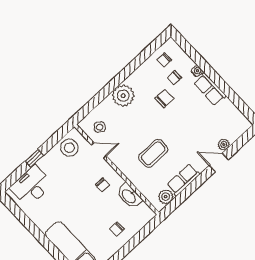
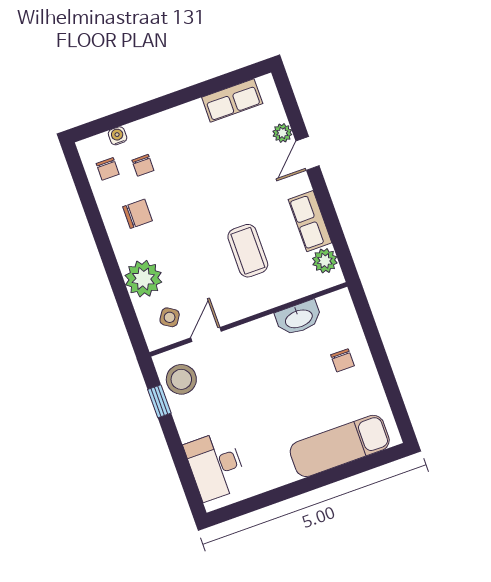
water cooler: (197, 71) -> (118, 136), moved
row of seats: (210, 89) -> (232, 100), moved
plant: (123, 96) -> (143, 279), moved
chair: (164, 99) -> (138, 214), moved, turned 90
window: (34, 158) -> (159, 401), moved
chair: (103, 185) -> (263, 352), removed

